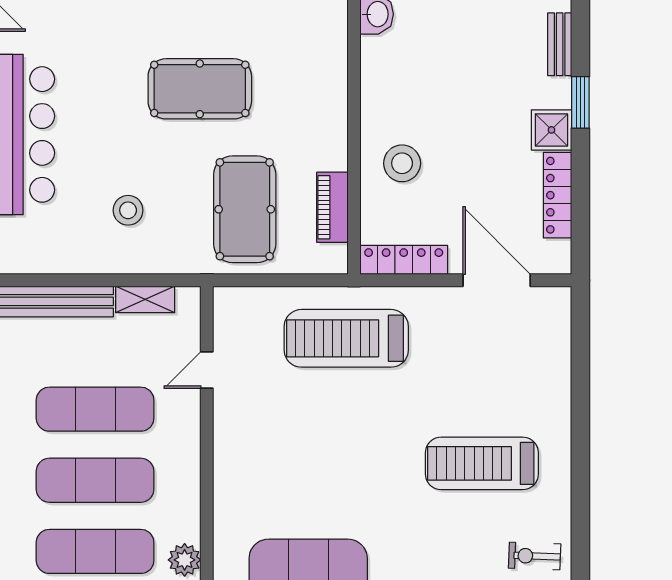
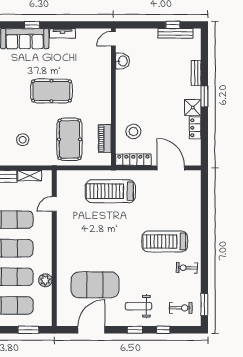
stool: (402, 163) -> (133, 131), moved
locker: (557, 195) -> (195, 128), width x0.66
exercise bike: (535, 556) -> (187, 268), moved

